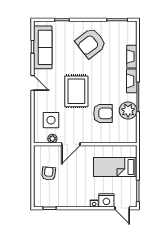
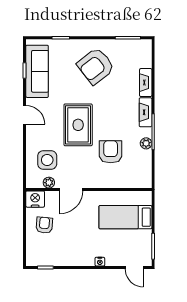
plant: (128, 111) -> (146, 143), width x0.53, depth x0.53
armchair: (103, 113) -> (111, 152), turned -90
nightstand: (106, 200) -> (35, 199), moved, turned 180

